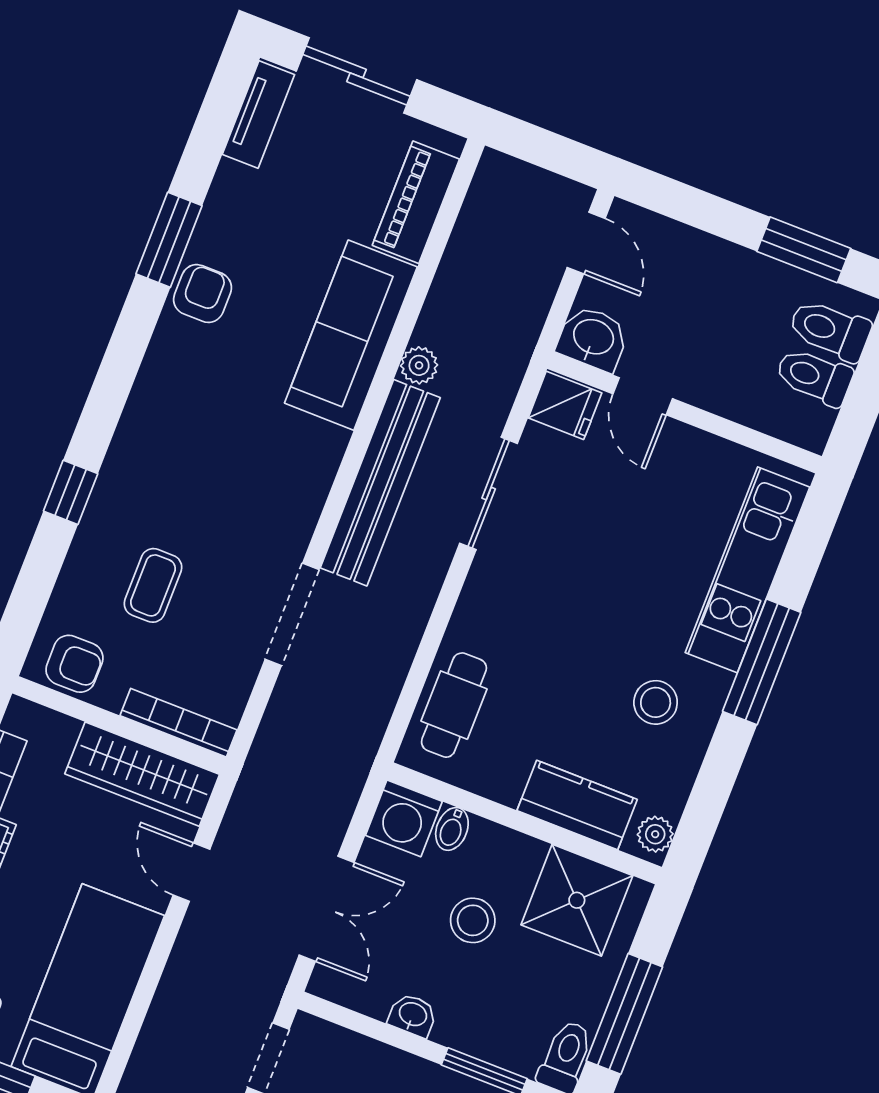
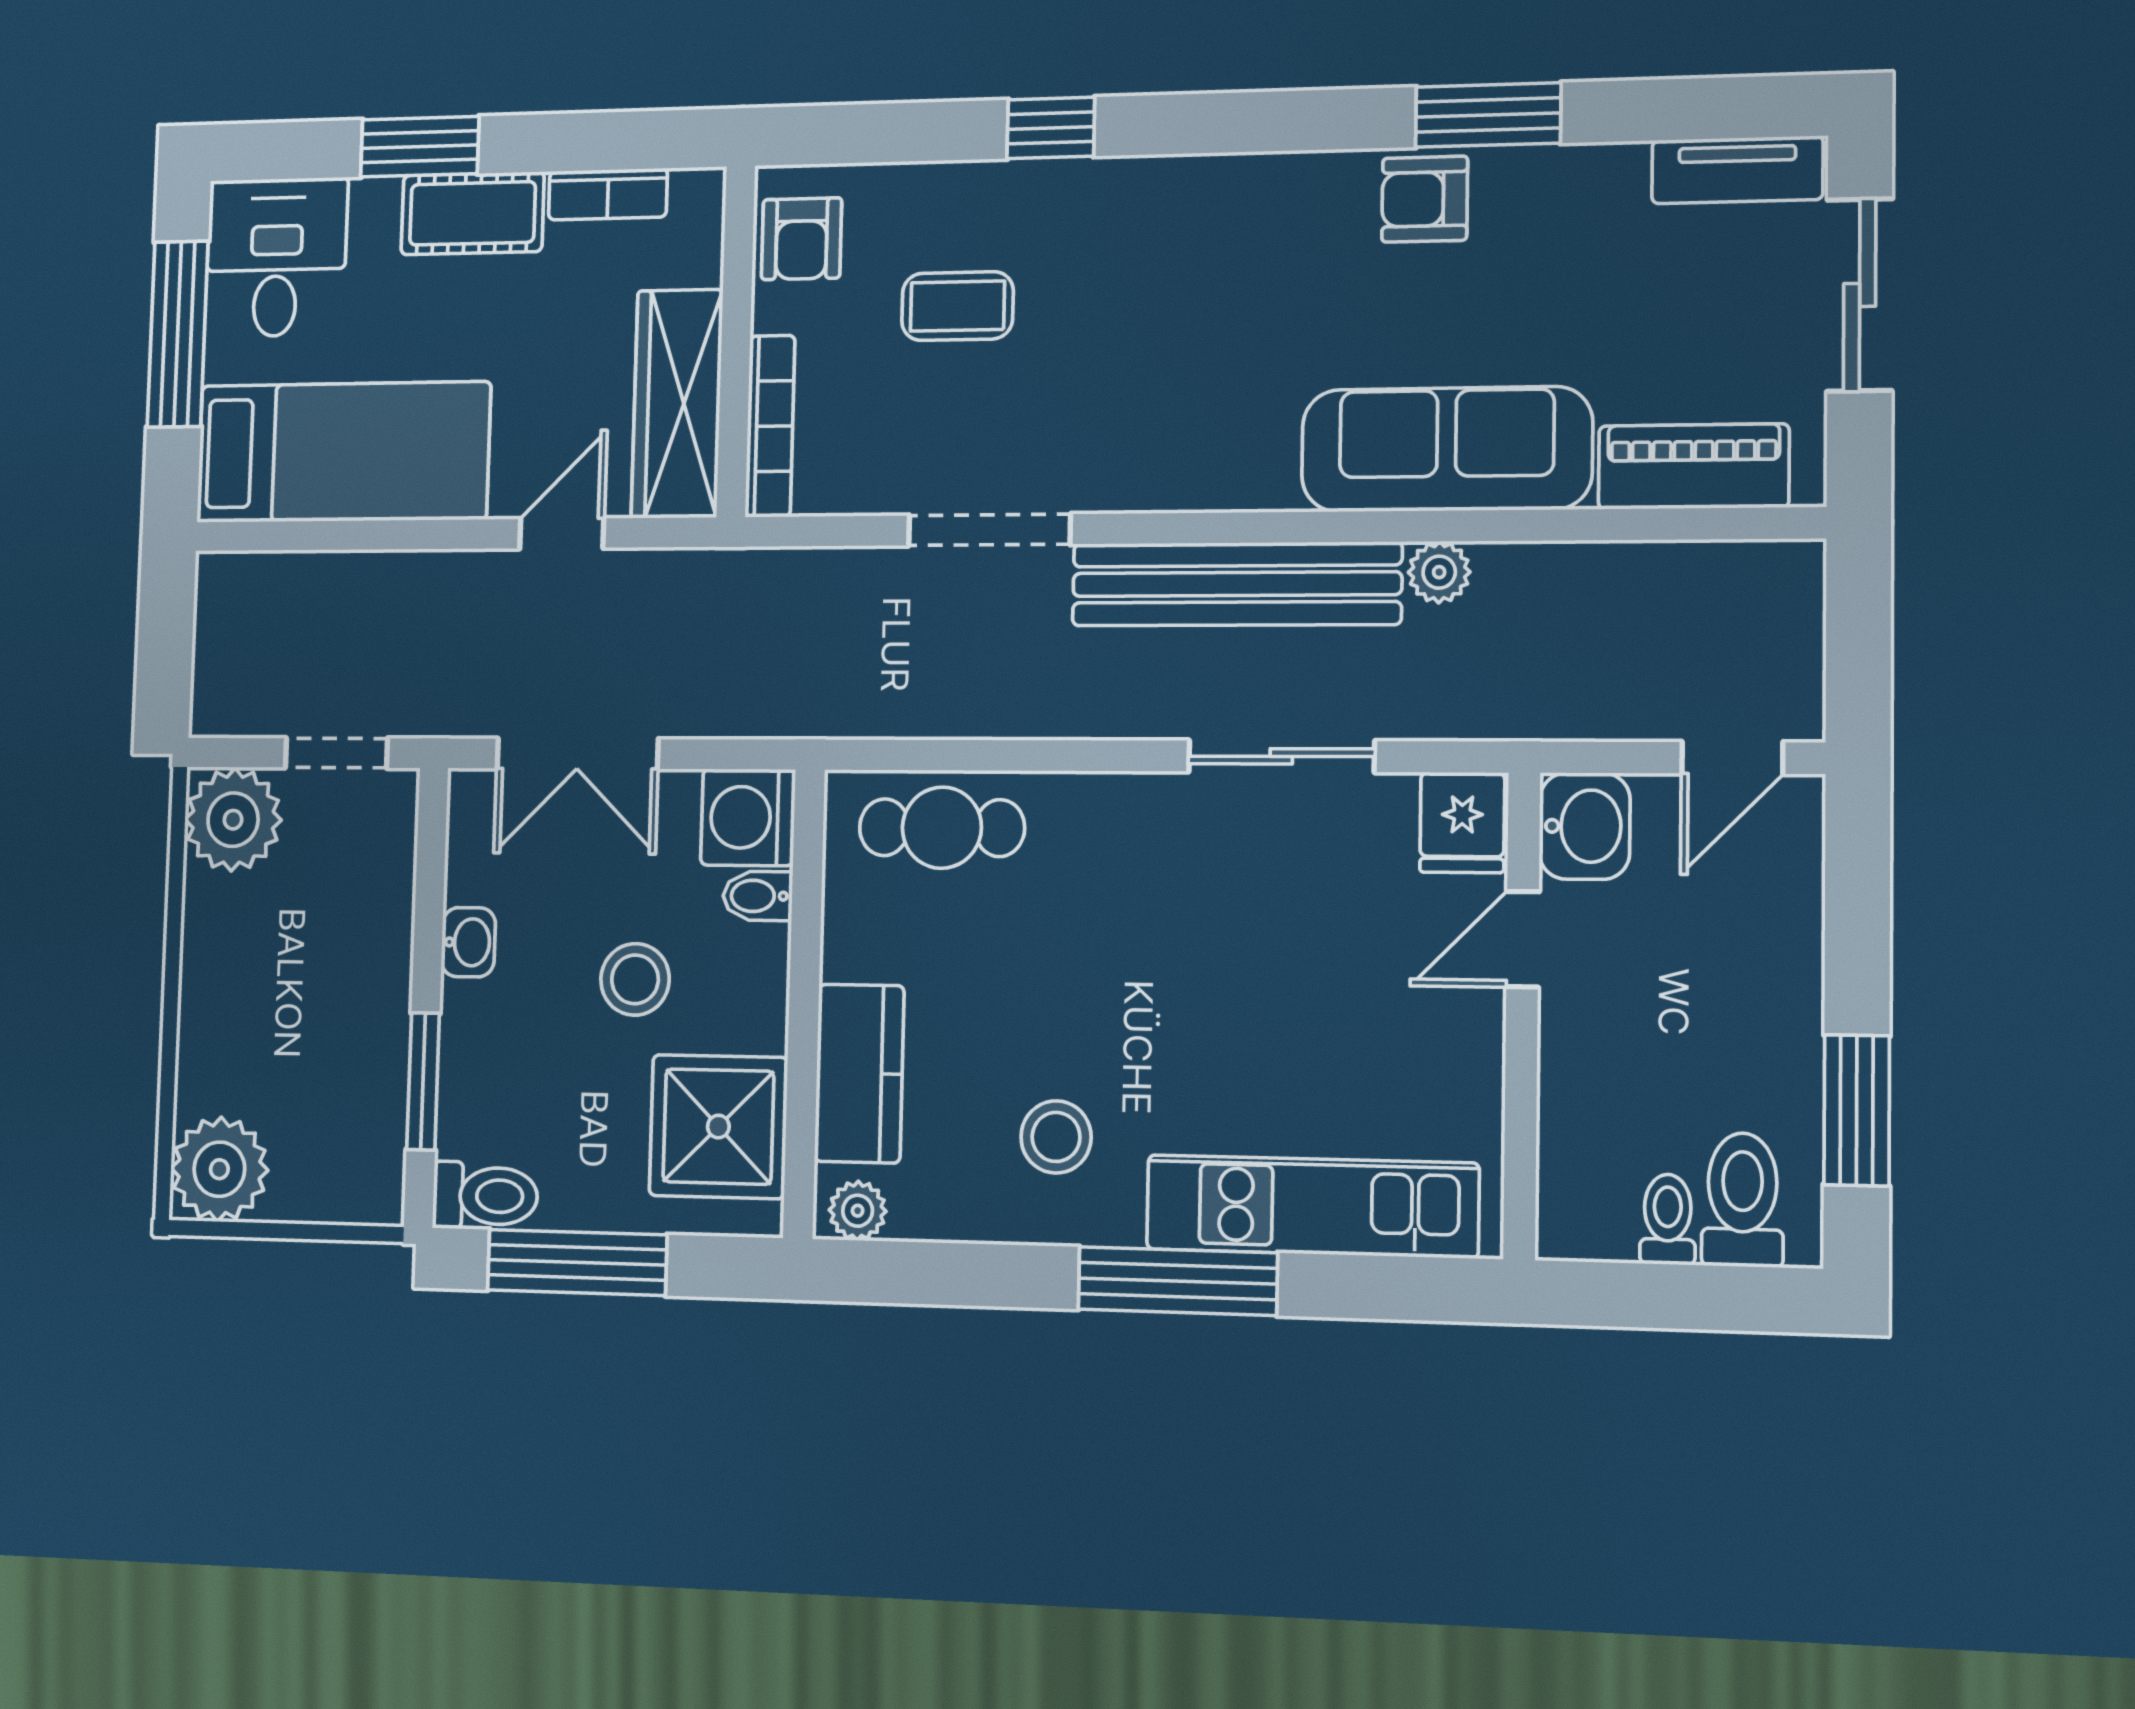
armchair: (203, 294) -> (1425, 199), turned 180
toilet: (814, 377) -> (1668, 1219), width x0.73, depth x0.72

